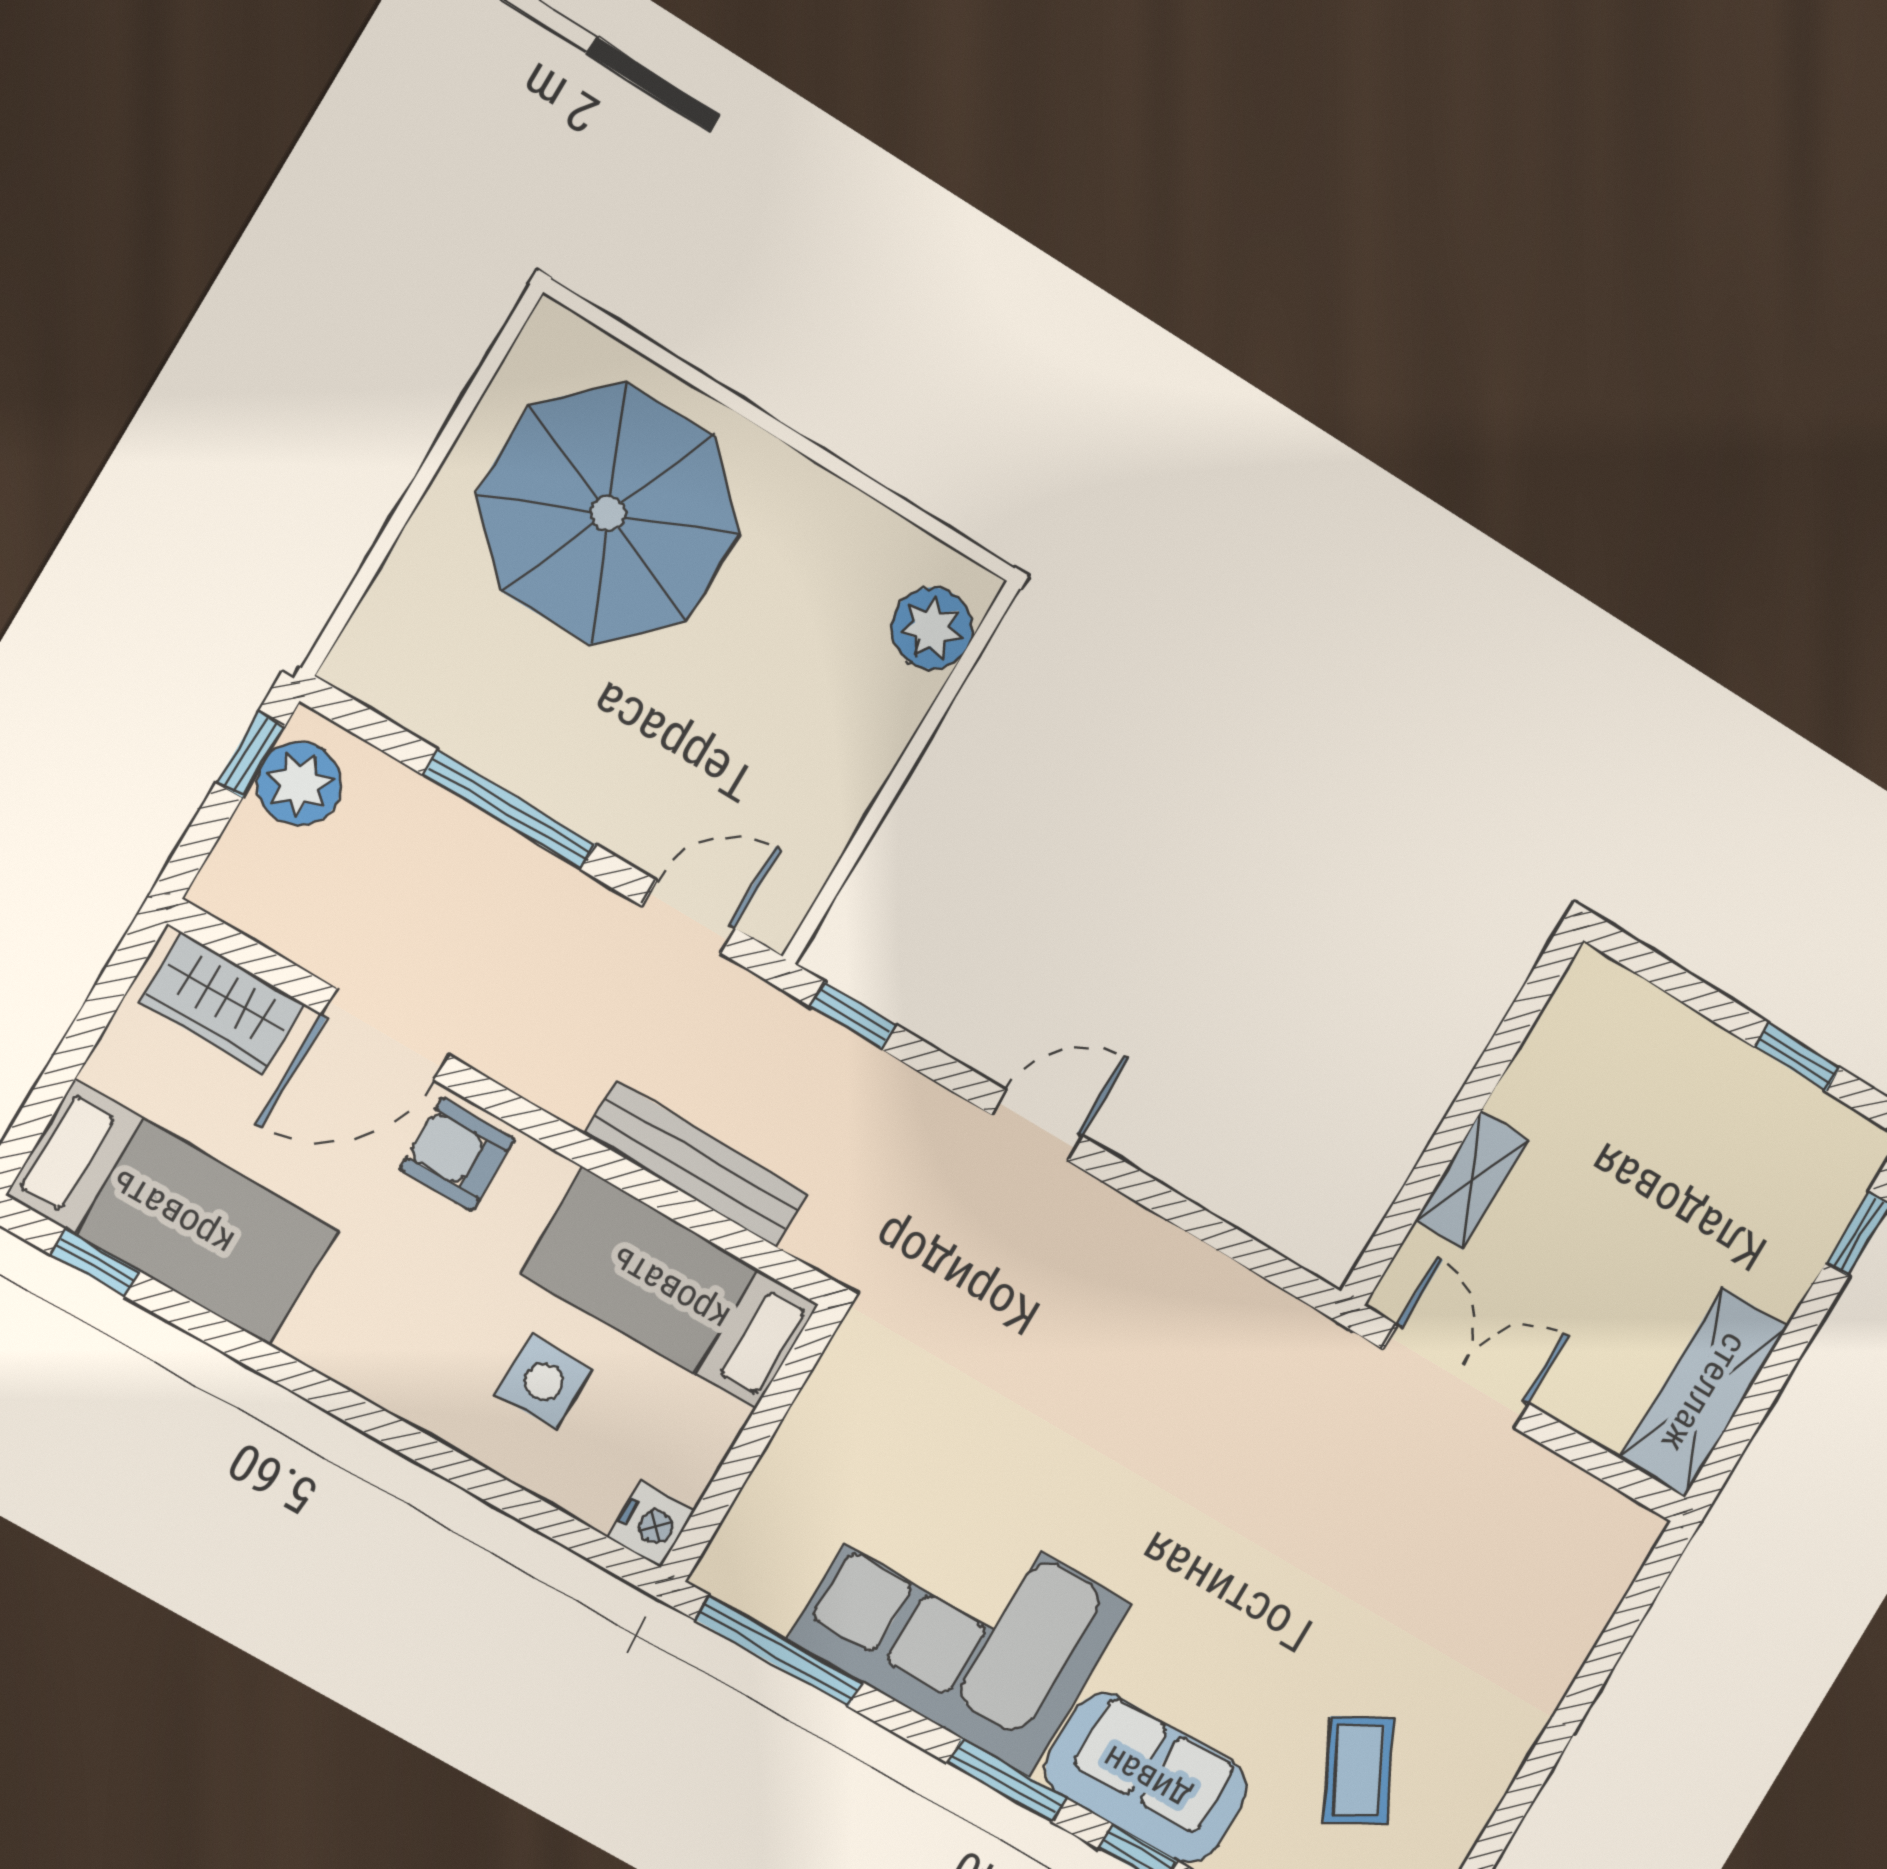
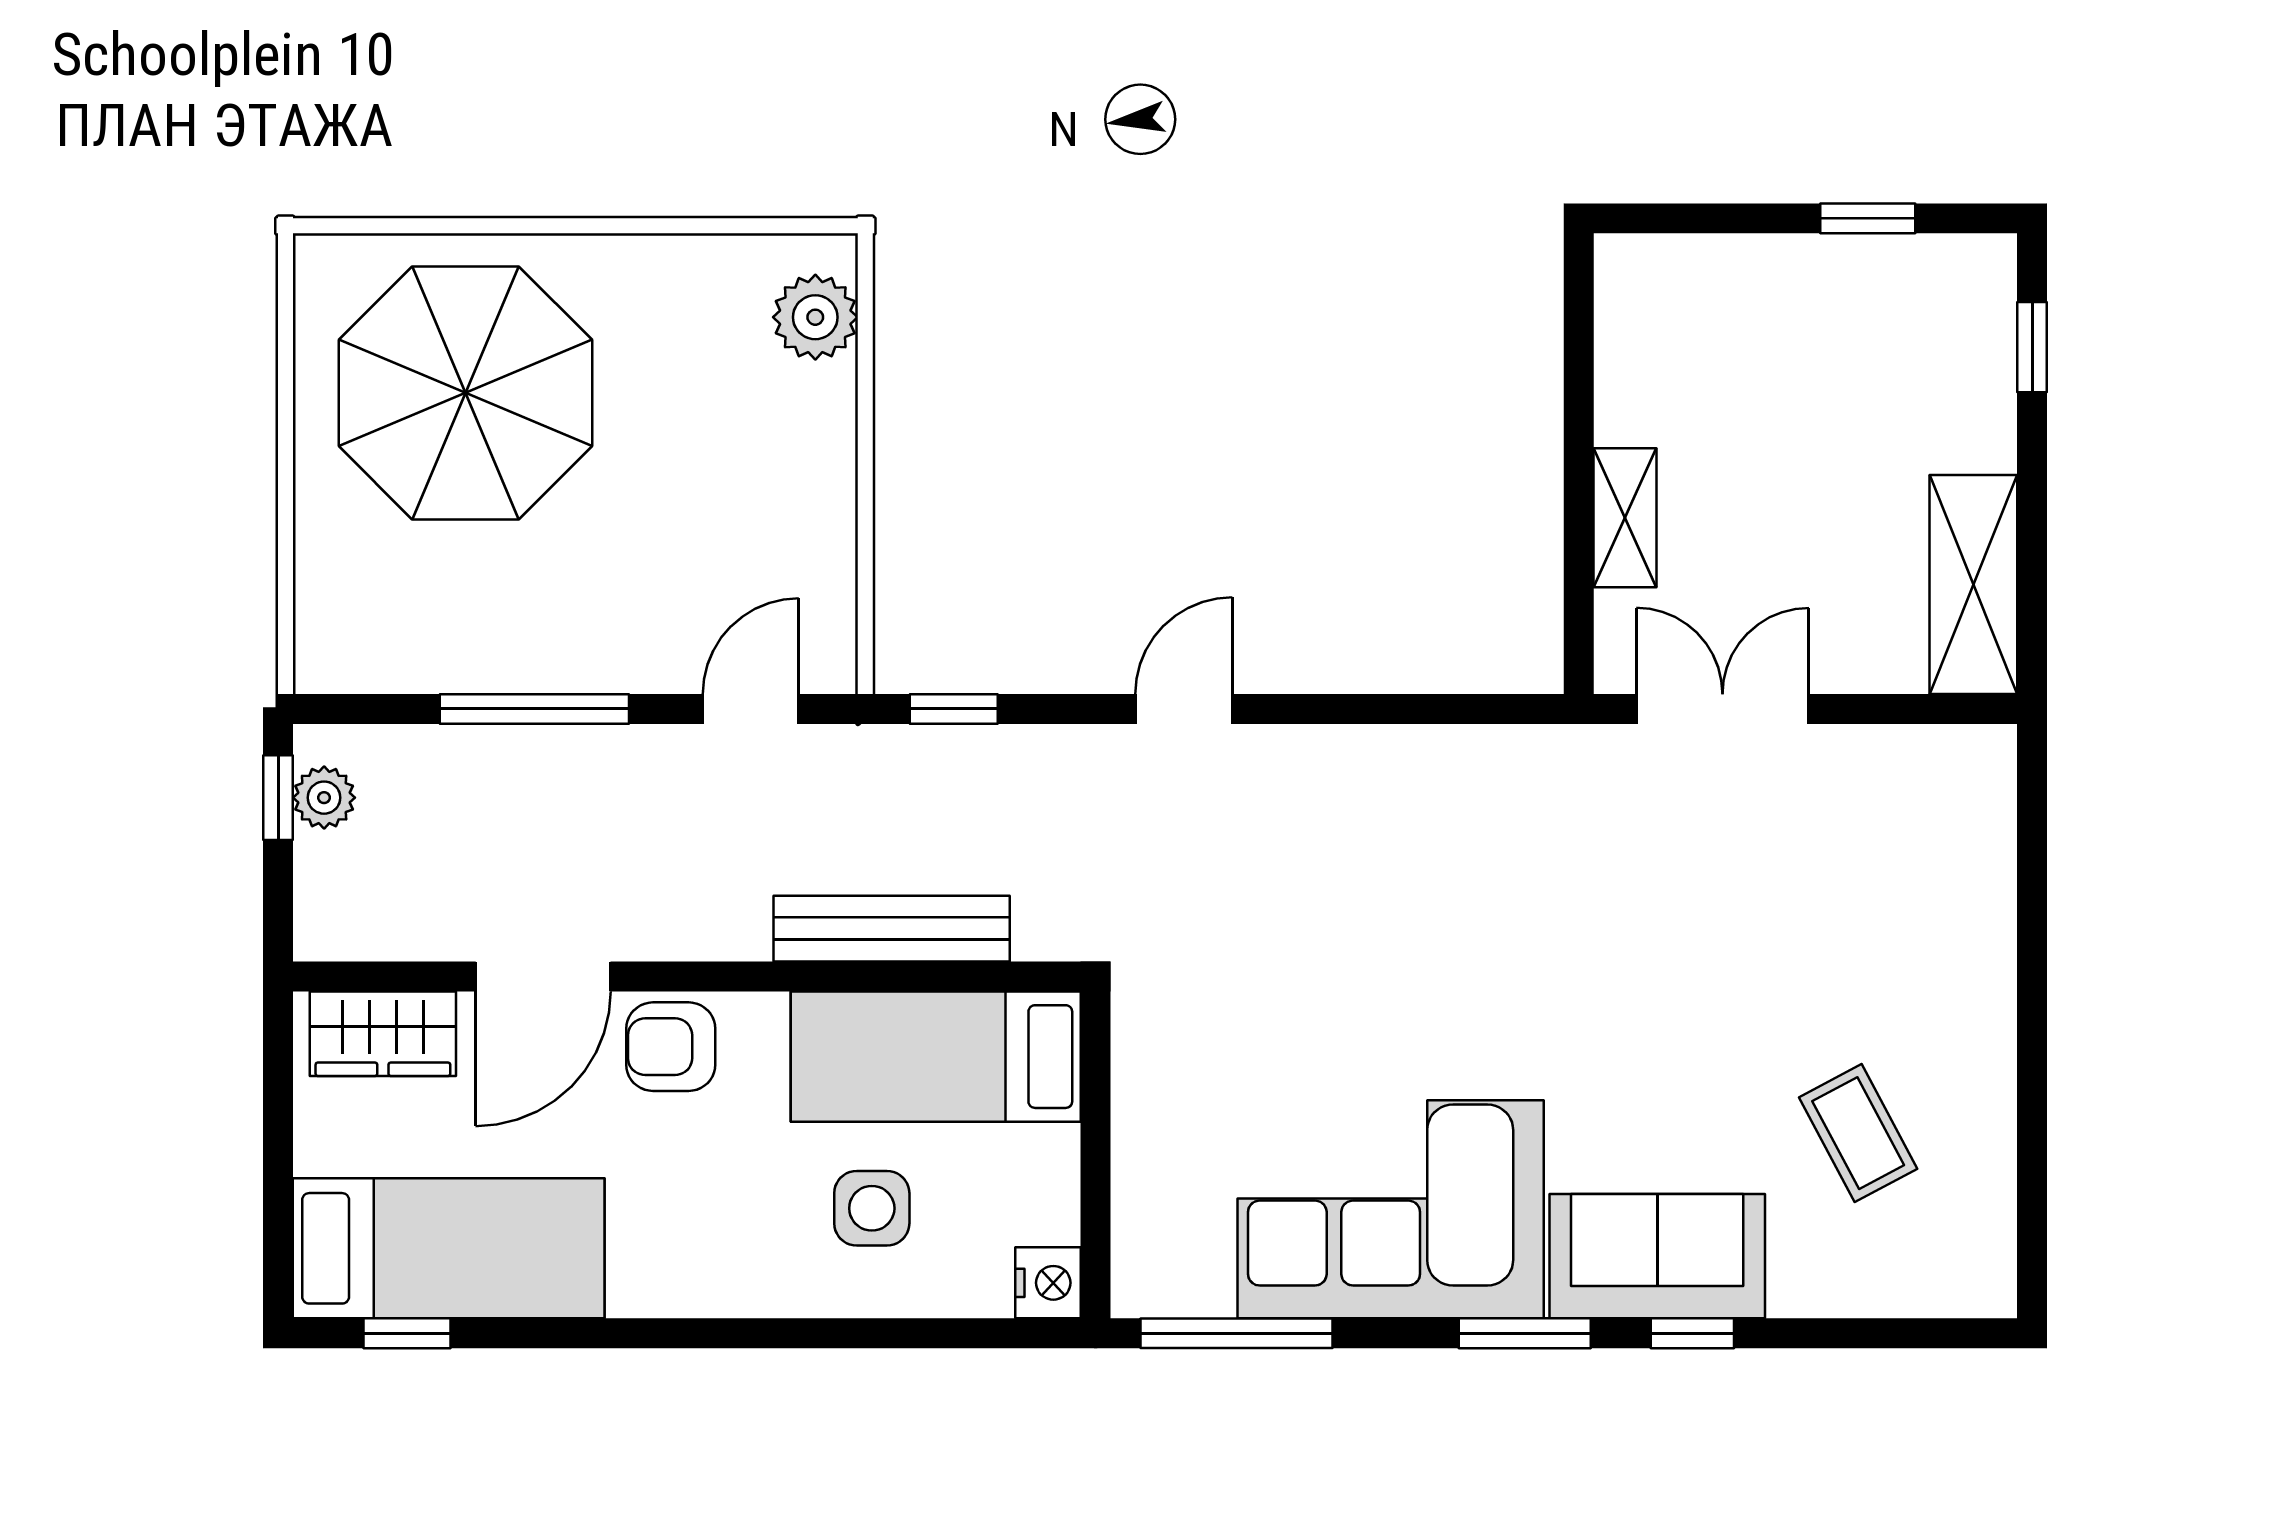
plant: (299, 784) -> (324, 798), width x0.73, depth x0.73

